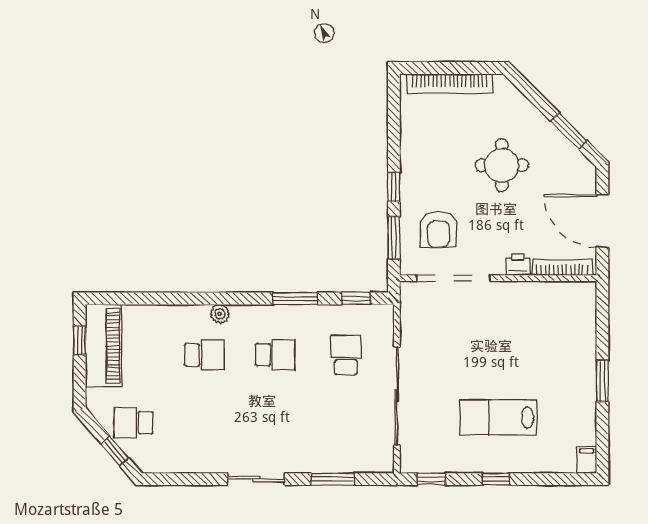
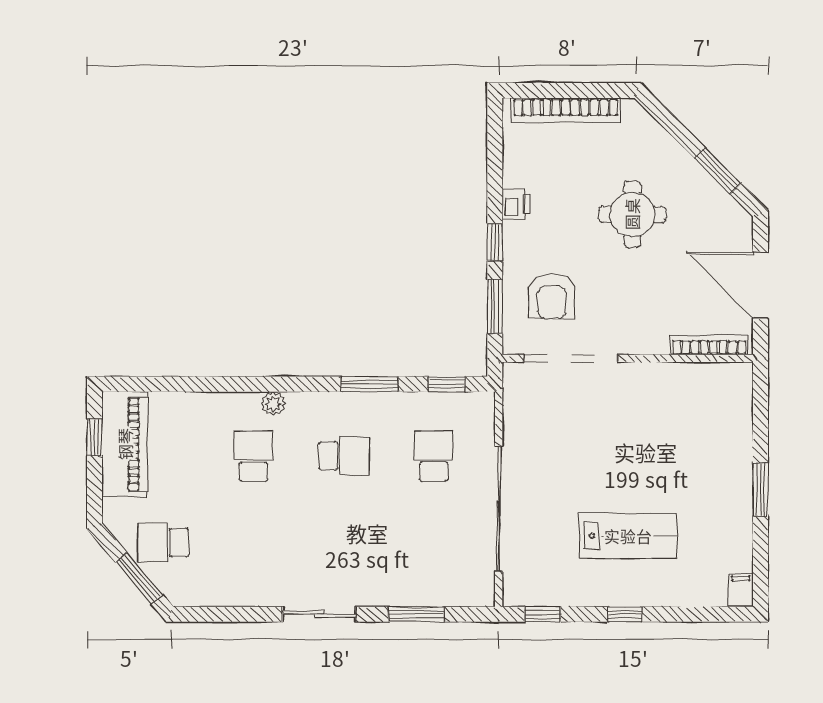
printer: (518, 264) -> (516, 204), moved, turned 90
school desk: (204, 355) -> (253, 456), turned -90
lab bench: (498, 417) -> (628, 536), turned 180
window: (115, 451) -> (139, 579), width x1.50

